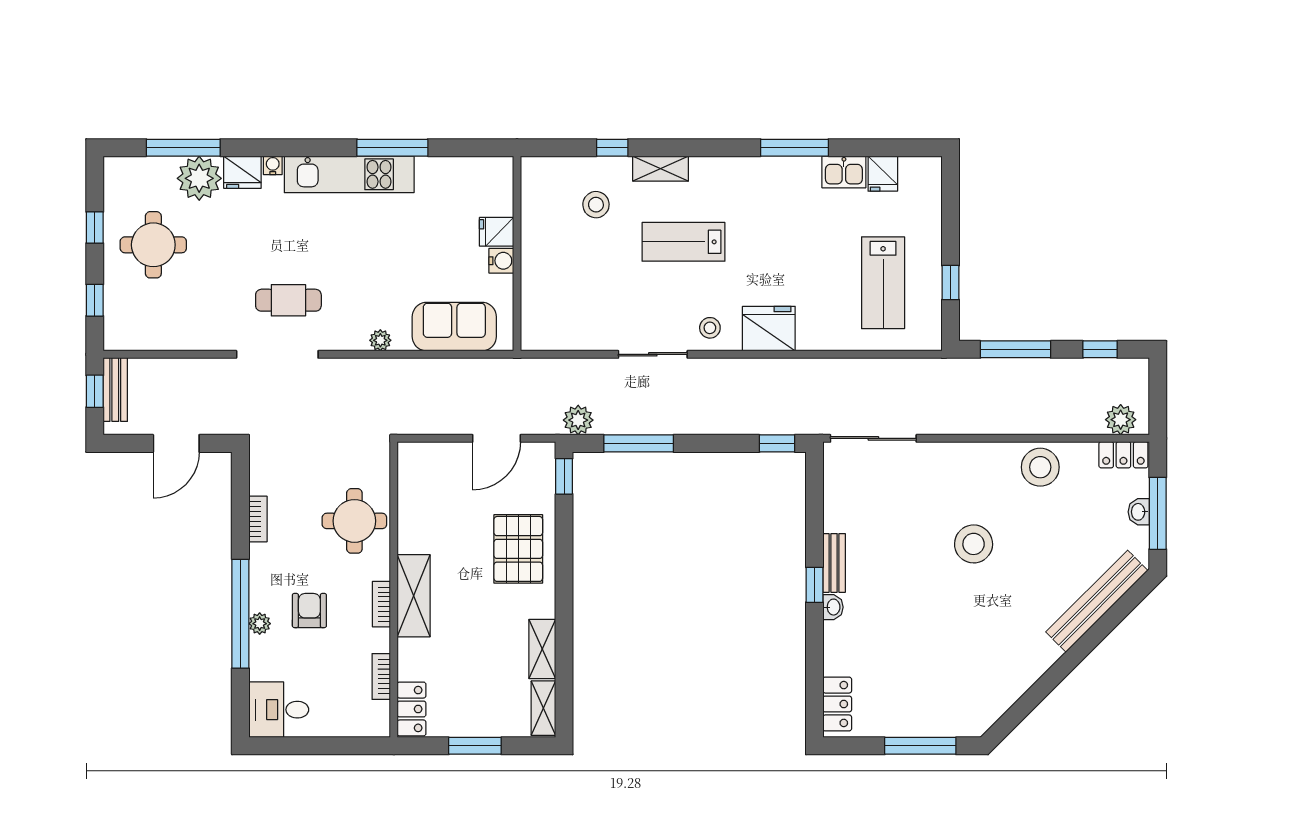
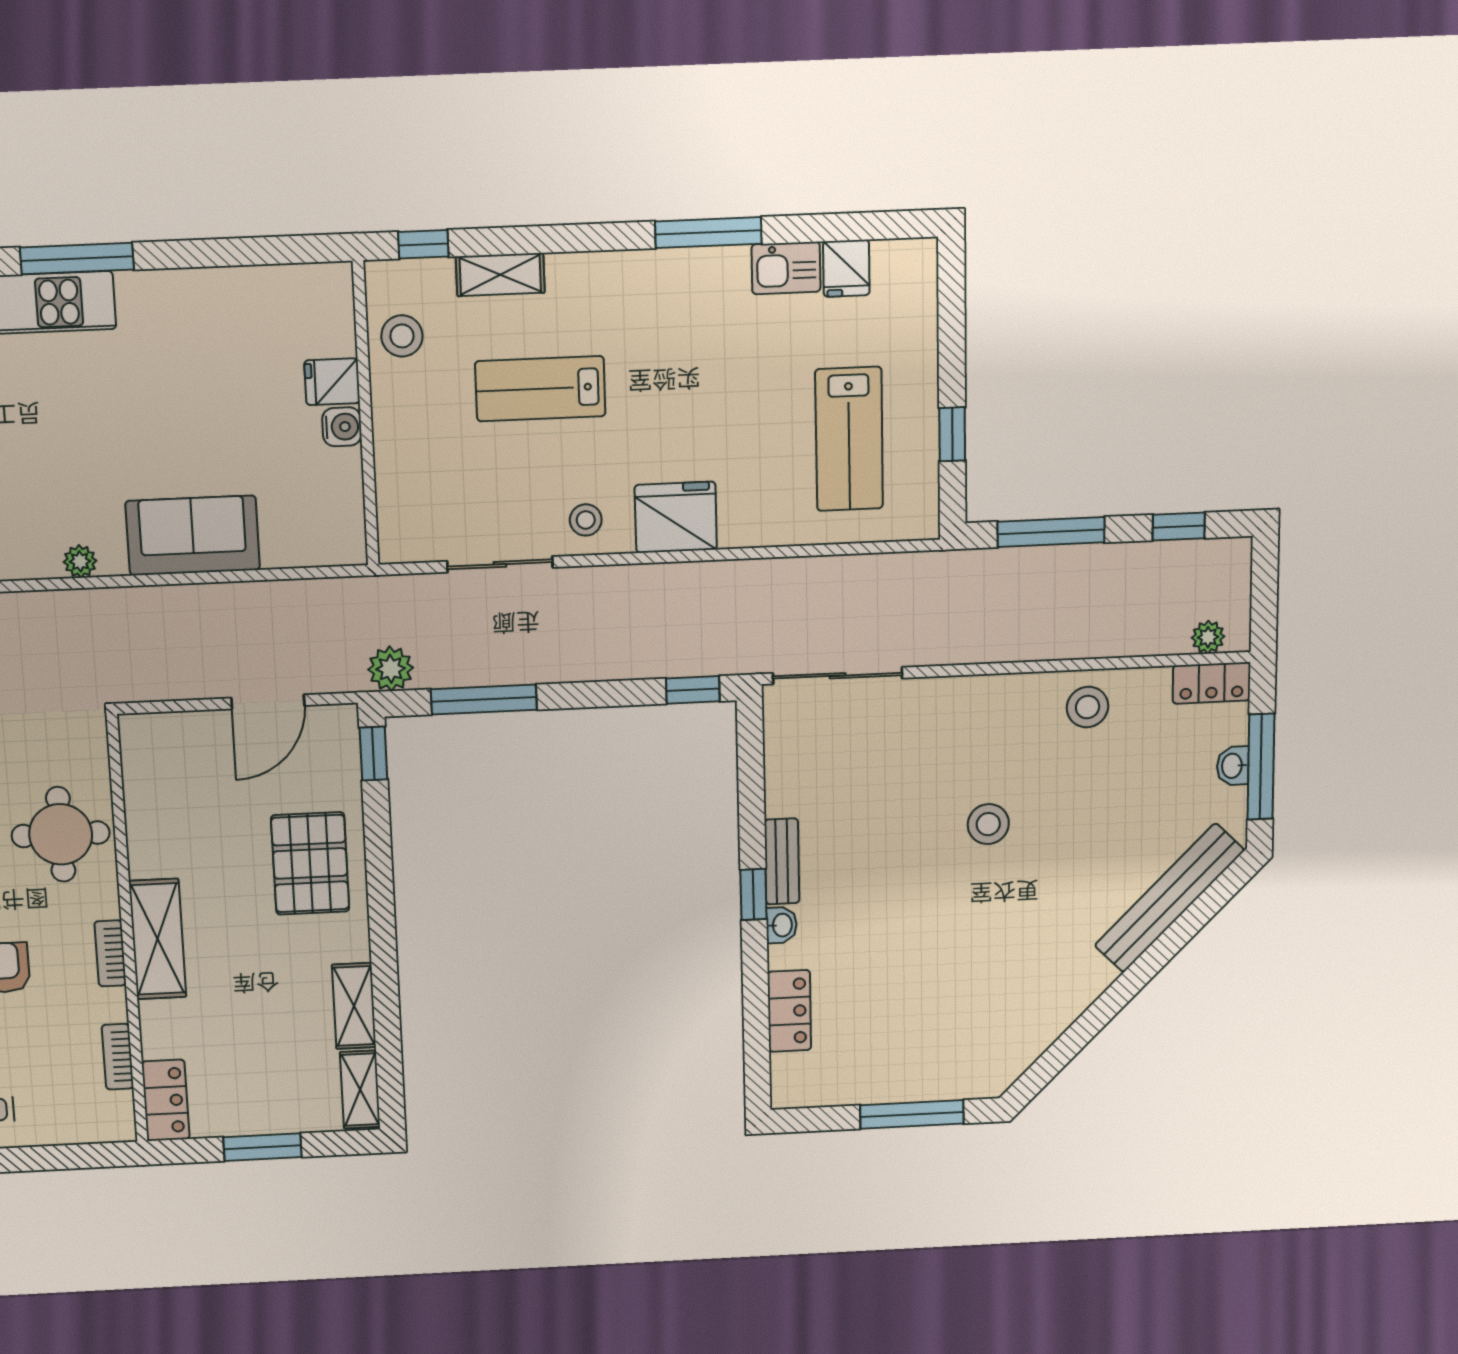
fridge: (497, 232) -> (332, 382), moved
wall: (517, 254) -> (366, 414), moved
water cooler: (501, 261) -> (342, 427), moved
plant: (1121, 420) -> (1208, 637), width x0.73, depth x0.73
stool: (1040, 467) -> (1088, 707), width x0.73, depth x0.73
stool: (974, 544) -> (988, 824), width x0.73, depth x0.73
locker: (837, 704) -> (789, 1011), moved

